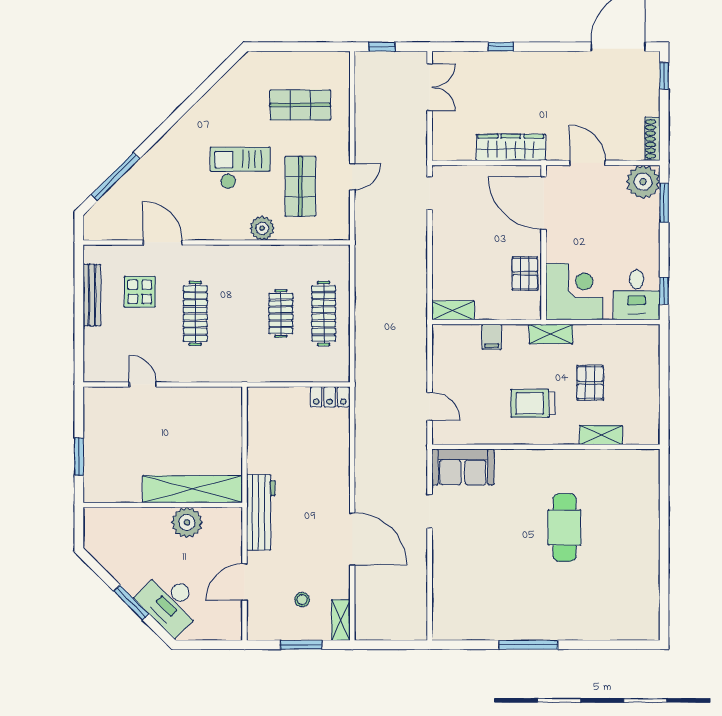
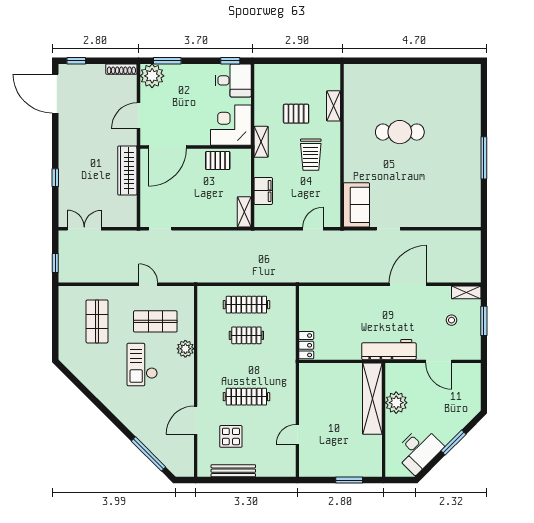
filing cabinet: (492, 337) -> (263, 191), width x2.00
locker: (330, 397) -> (306, 345), moved
desk: (170, 603) -> (419, 450), moved

